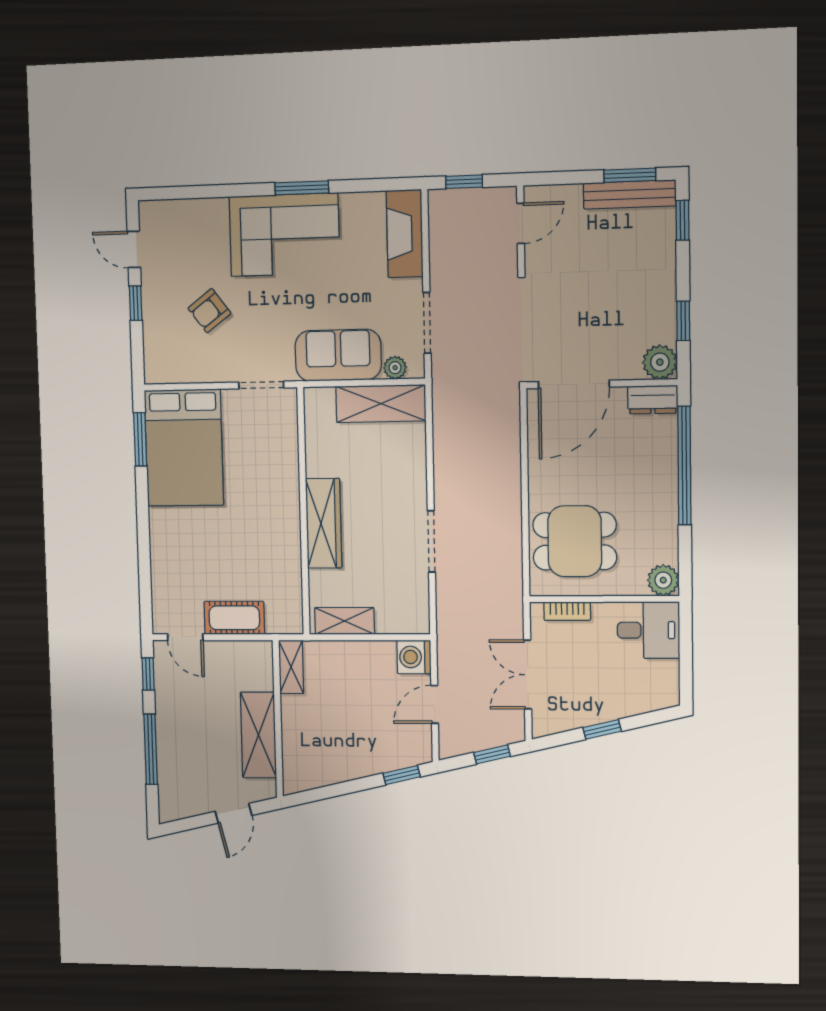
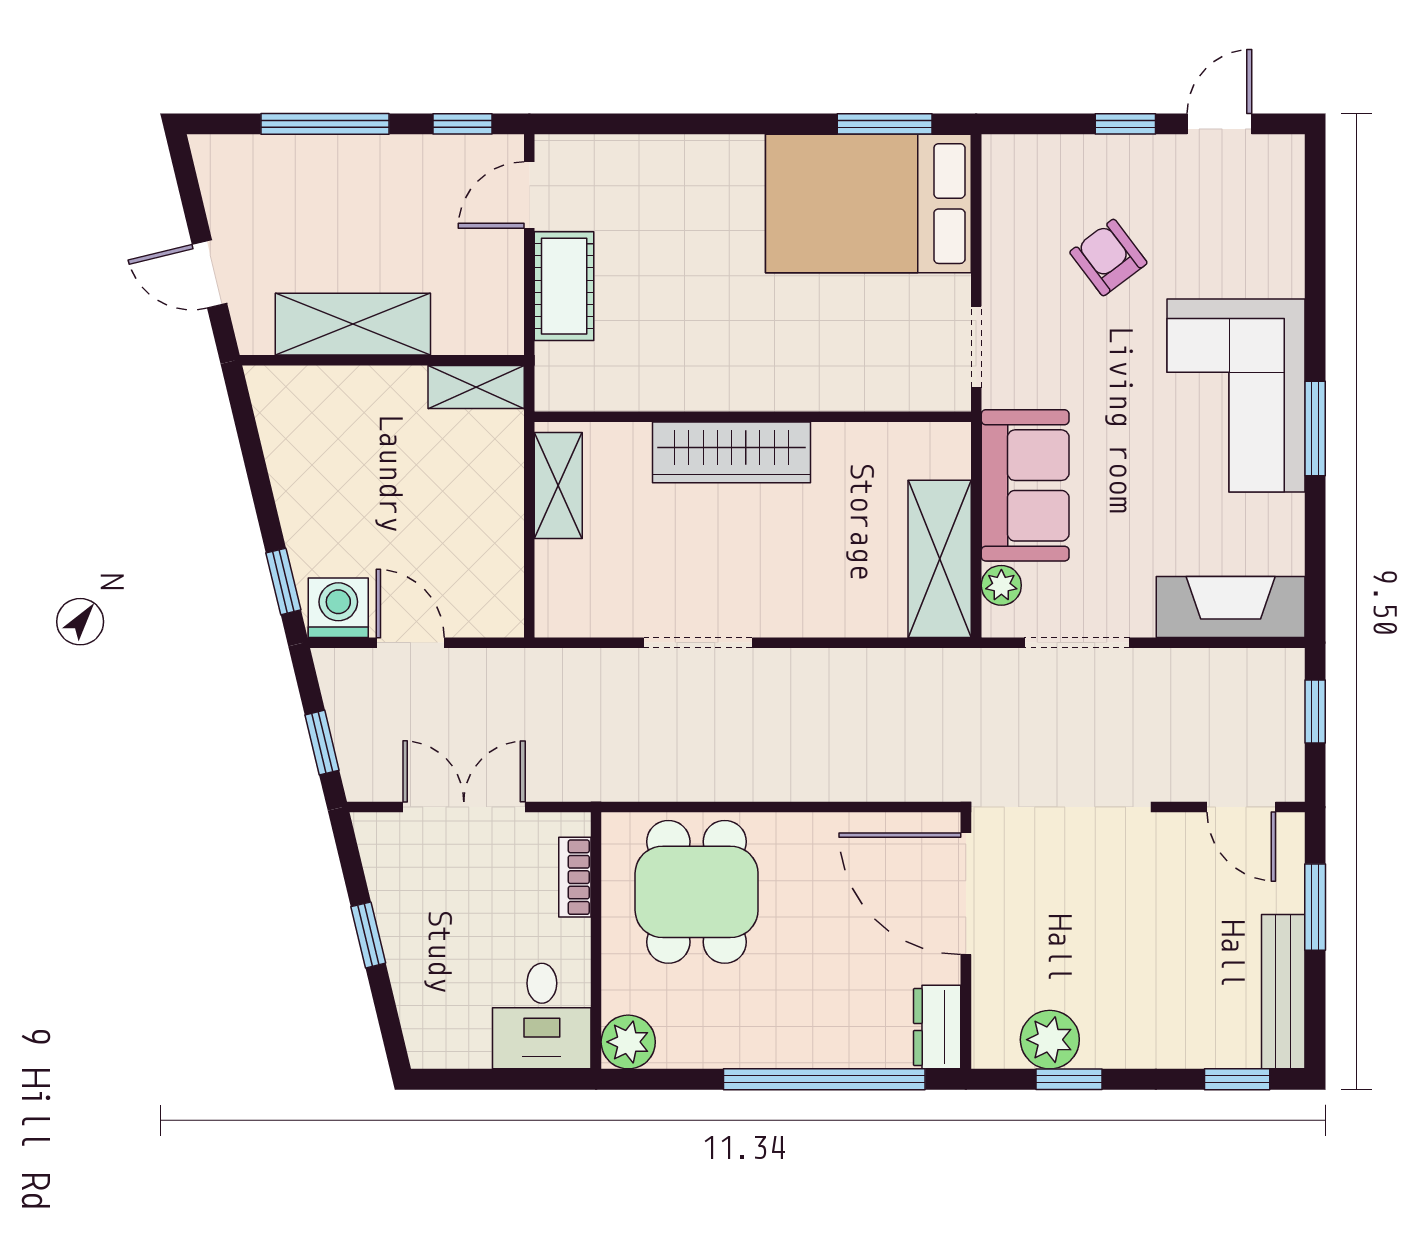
window: (630, 175) -> (1315, 907), moved
plant: (660, 362) -> (1050, 1040), moved
washing machine: (414, 657) -> (338, 608), moved

